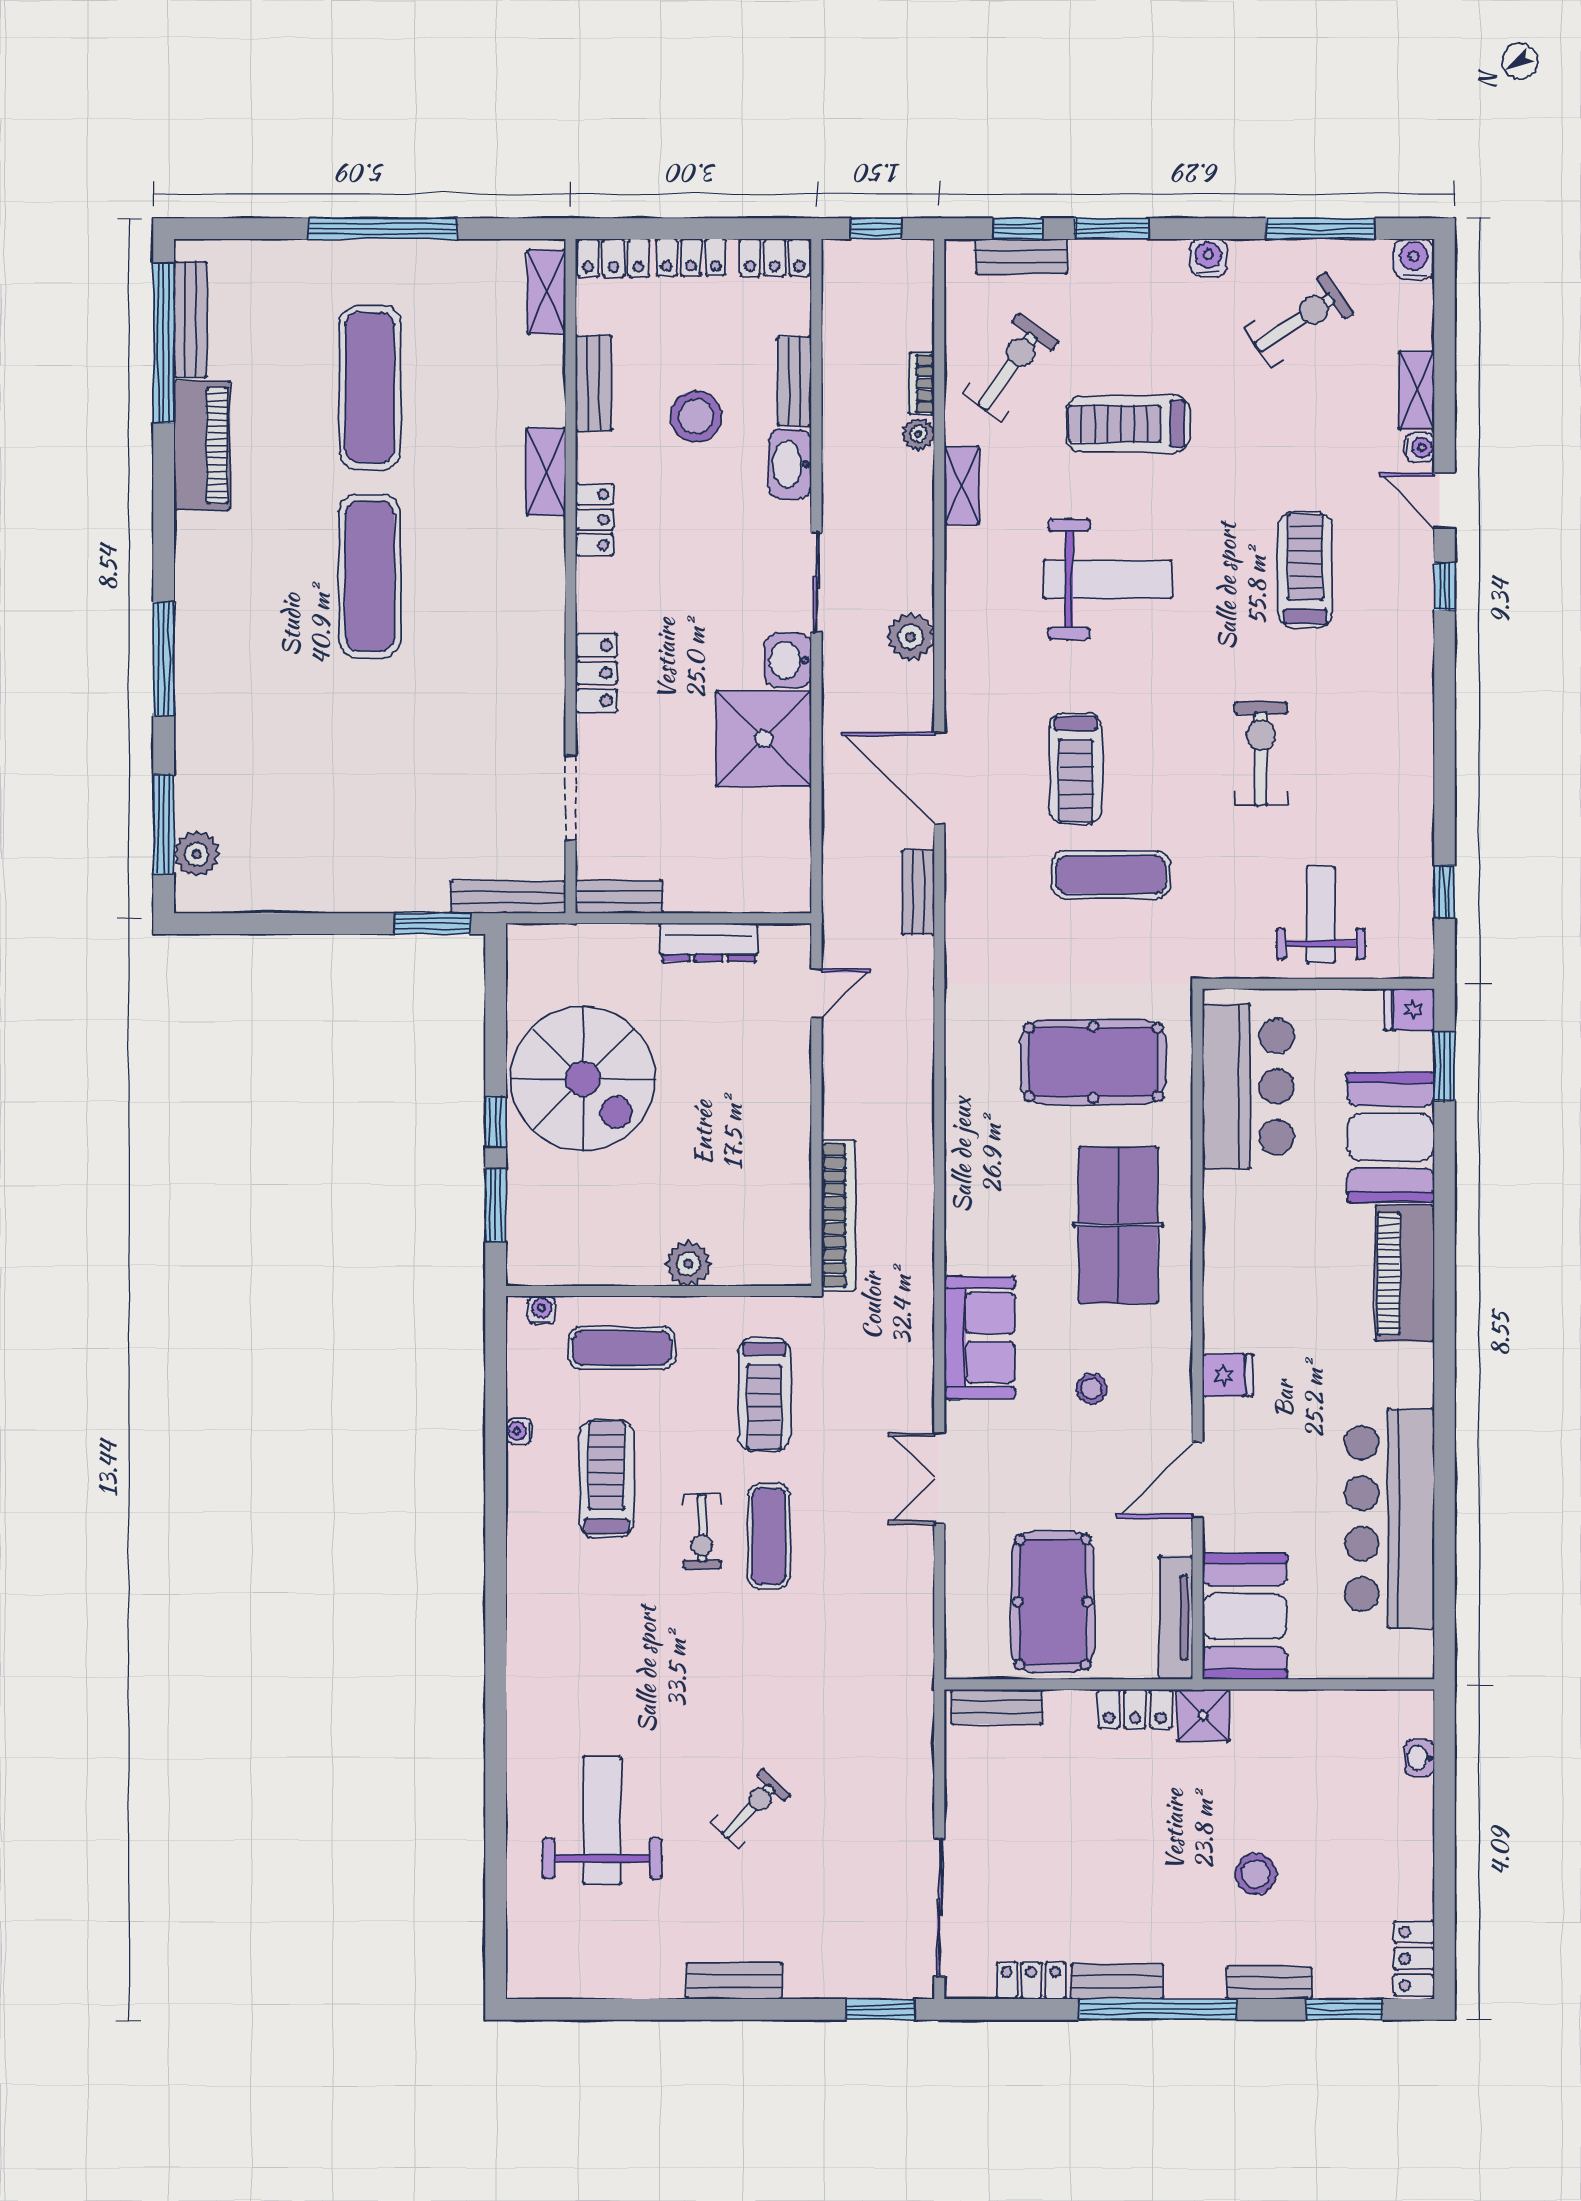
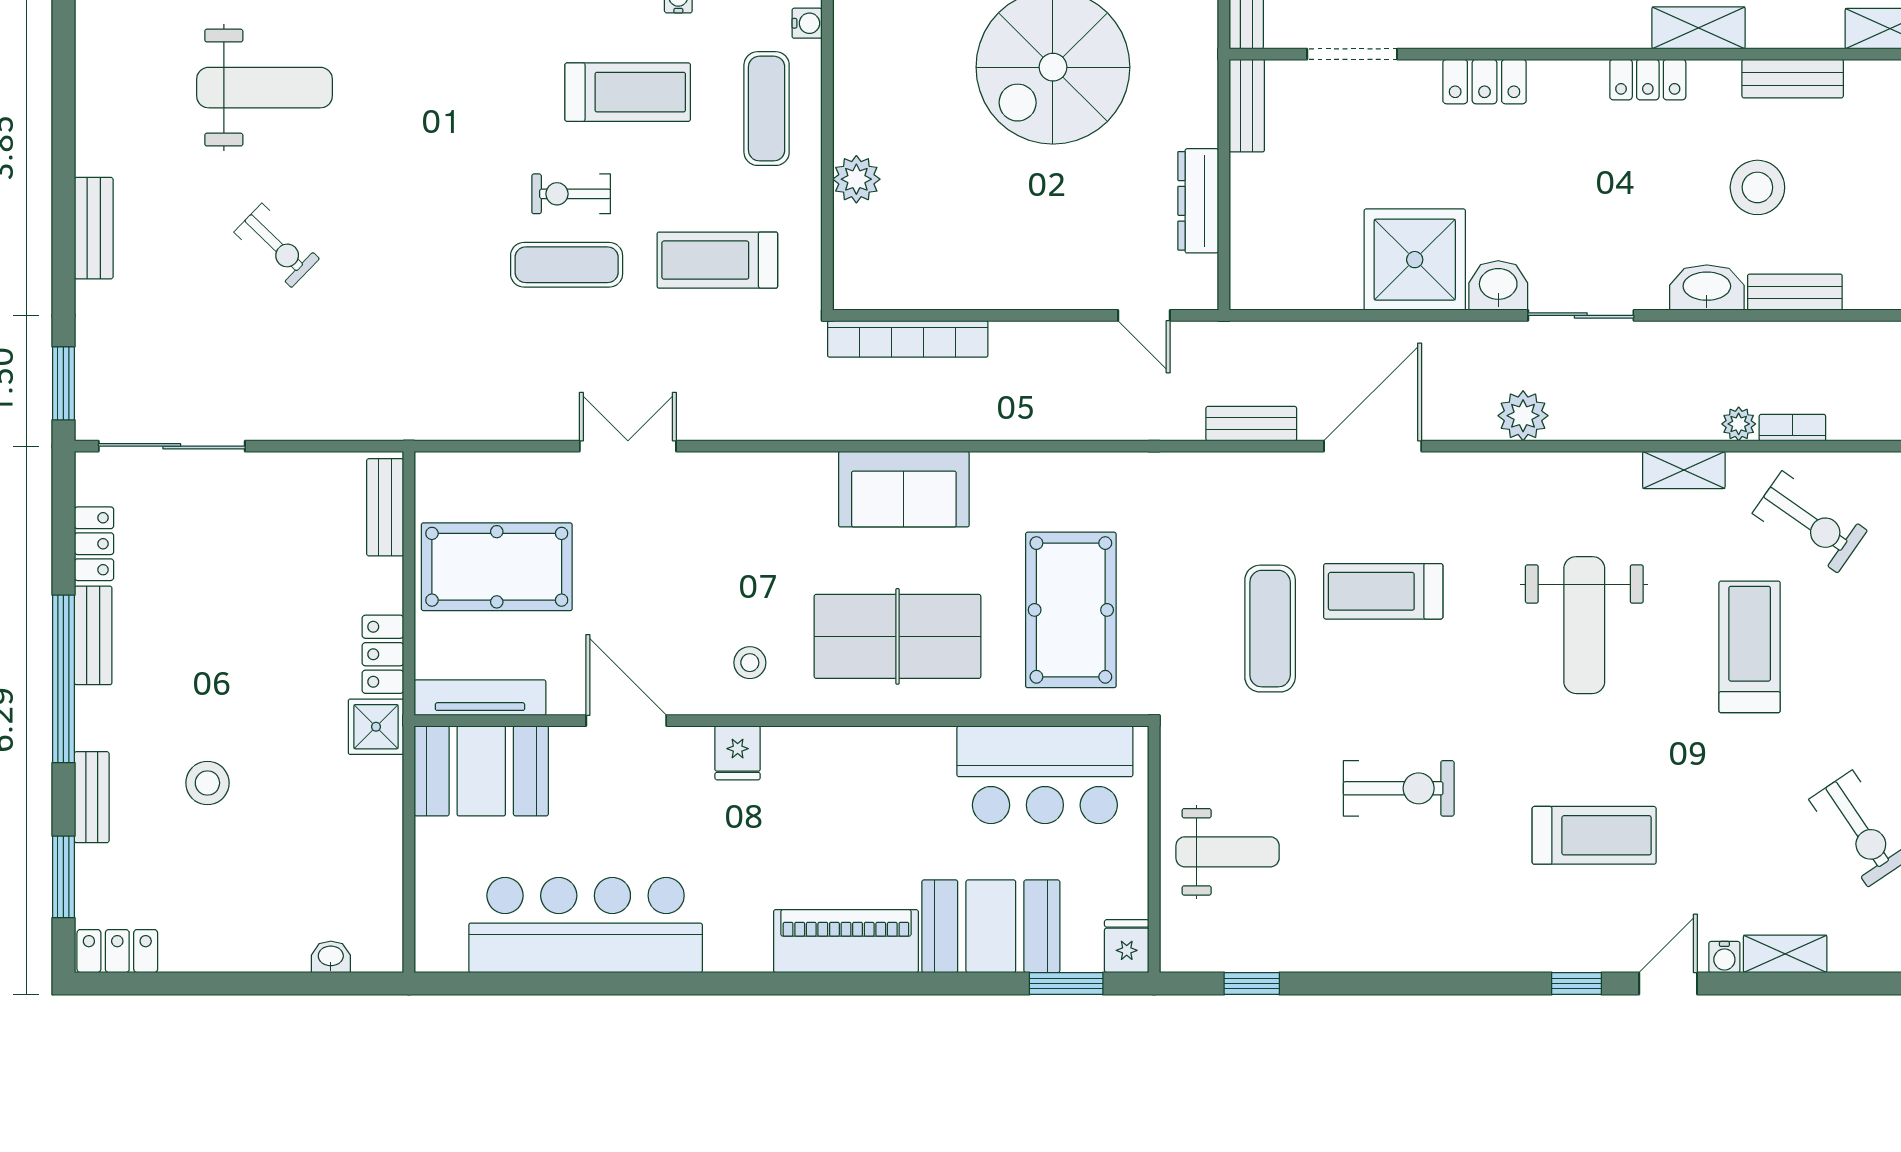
sofa: (980, 1338) -> (904, 489), moved
stool: (1092, 1389) -> (750, 663), moved

